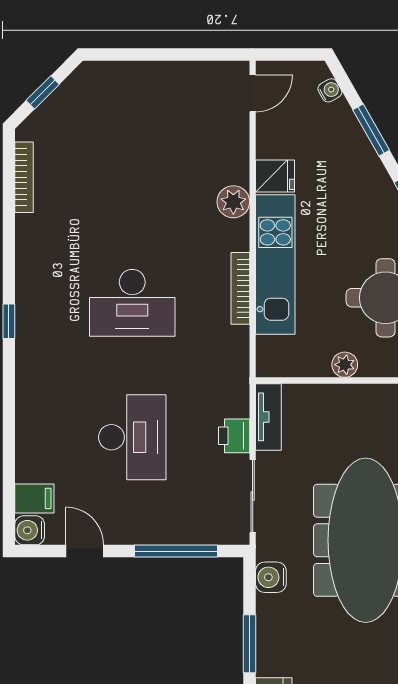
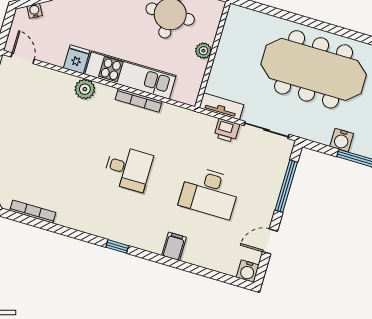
desk: (132, 303) -> (128, 168), width x0.73
desk: (132, 437) -> (210, 192), turned 180
filing cabinet: (34, 499) -> (174, 246), moved
water cooler: (271, 577) -> (342, 140), moved

